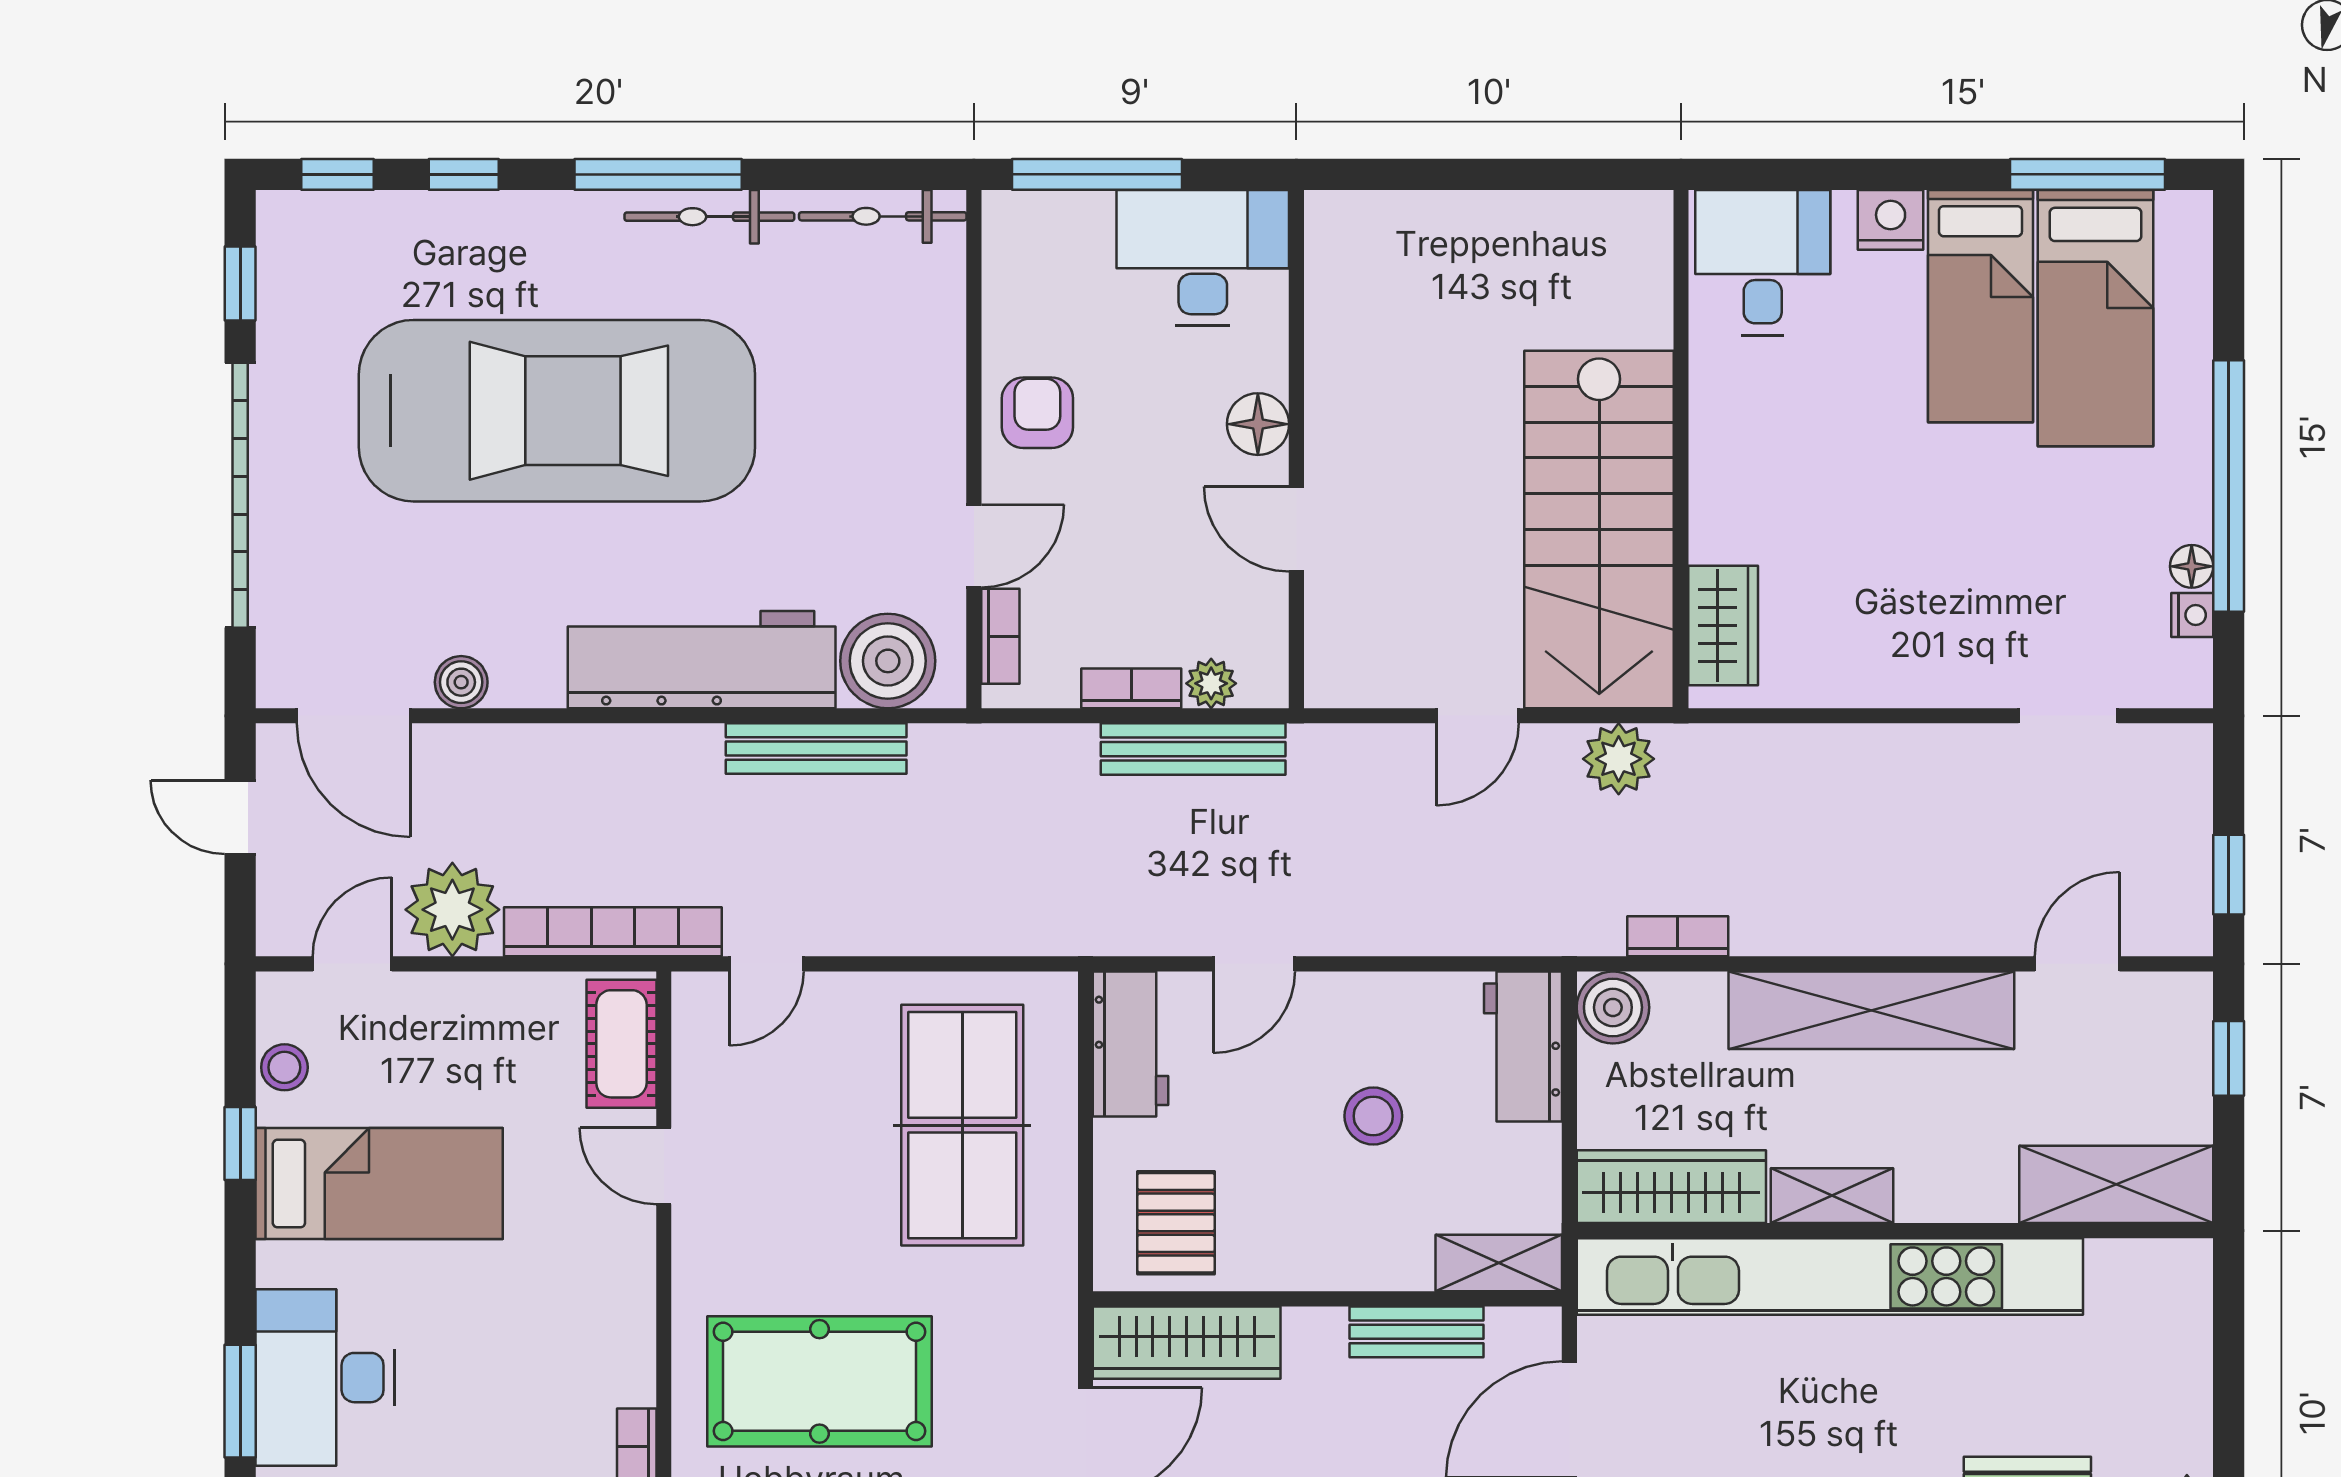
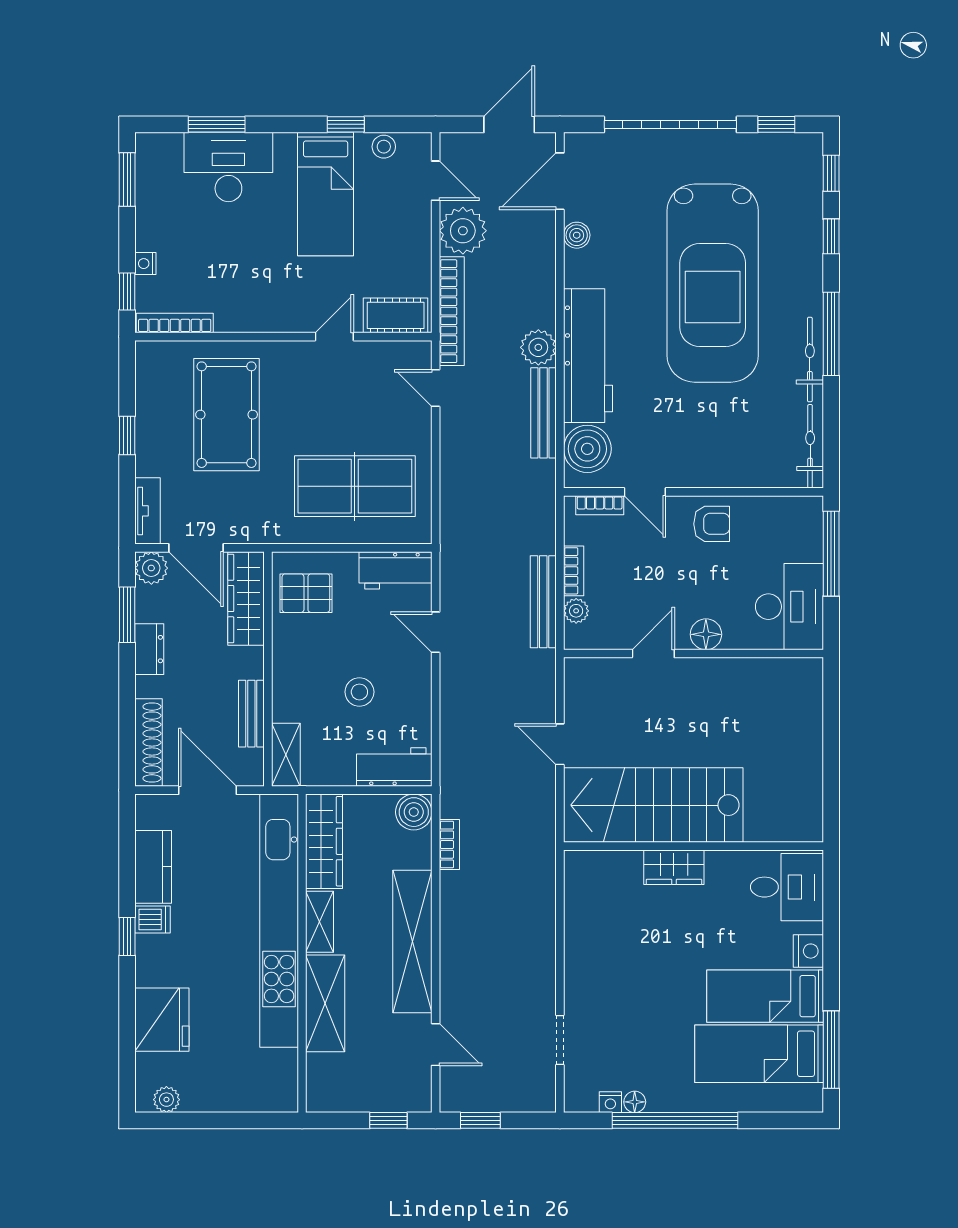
wardrobe: (1723, 625) -> (674, 867), moved
plant: (1619, 759) -> (538, 347), moved
door: (240, 817) -> (509, 124), width x1.38
shelving: (2116, 1184) -> (325, 1003), moved

